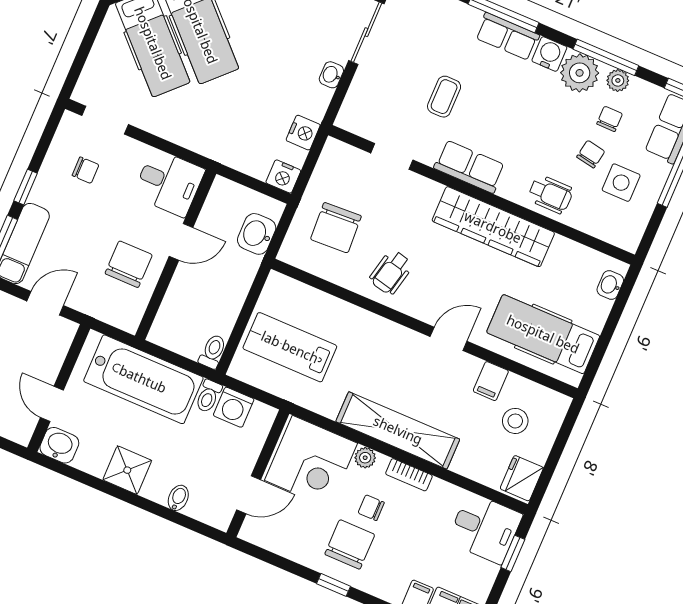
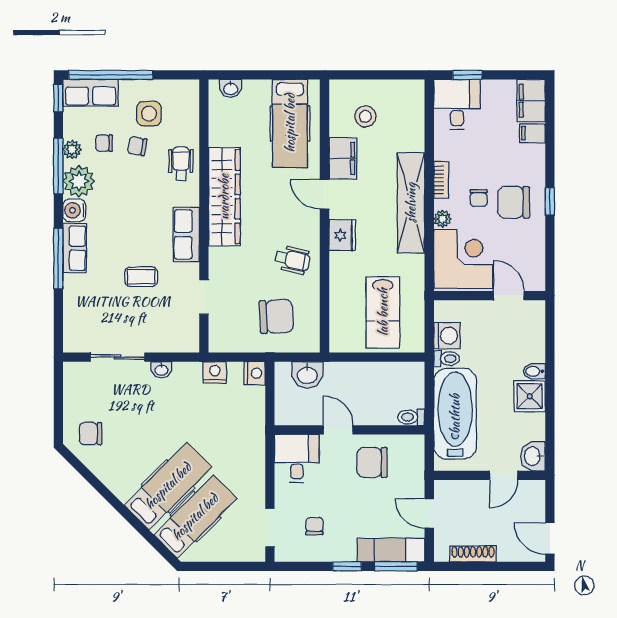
toilet: (213, 351) -> (411, 417), moved
filing cabinet: (491, 381) -> (343, 158), width x2.00
fridge: (522, 478) -> (342, 235), moved, turned -90
bidet: (178, 498) -> (534, 371), moved

